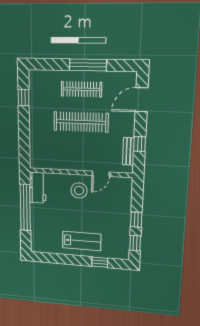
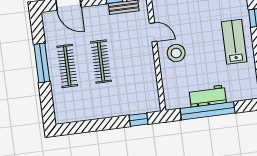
window: (24, 98) -> (139, 120), moved
clothes rail: (81, 122) -> (101, 62), width x0.73, depth x0.76
workbench: (38, 188) -> (208, 96), moved

